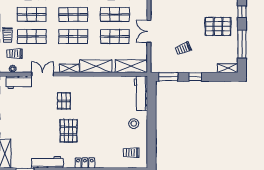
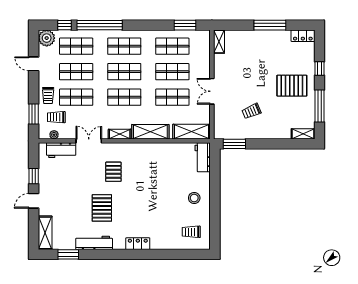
window: (195, 77) -> (265, 144), removed
workbench: (141, 93) -> (203, 157), width x0.73
pallet: (69, 131) -> (102, 208), moved

